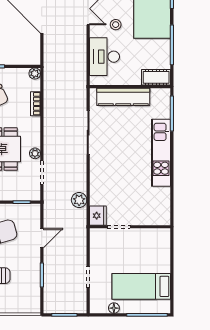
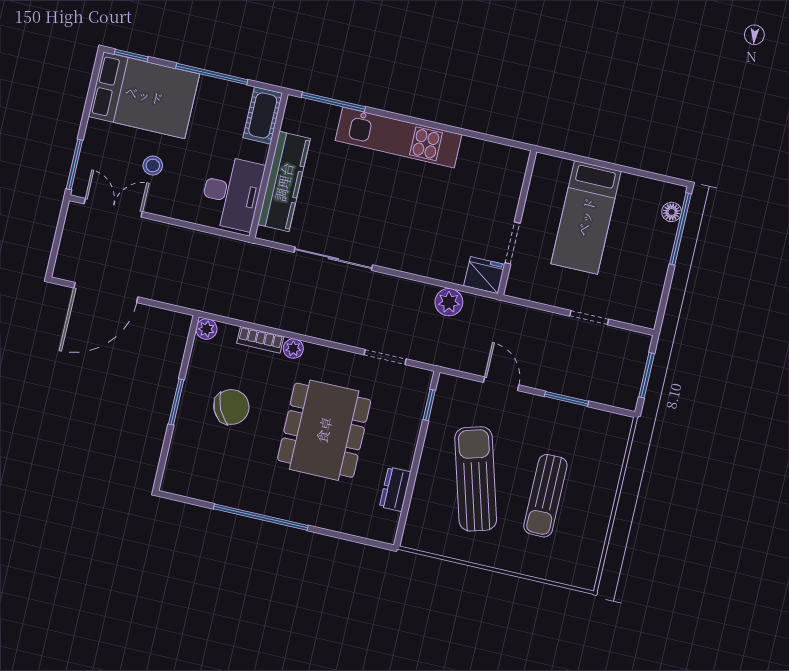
desk: (104, 57) -> (232, 193), moved, turned -90
plant: (35, 153) -> (293, 349), moved
bed: (141, 286) -> (586, 217), moved
floor lamp: (114, 308) -> (672, 212), moved

